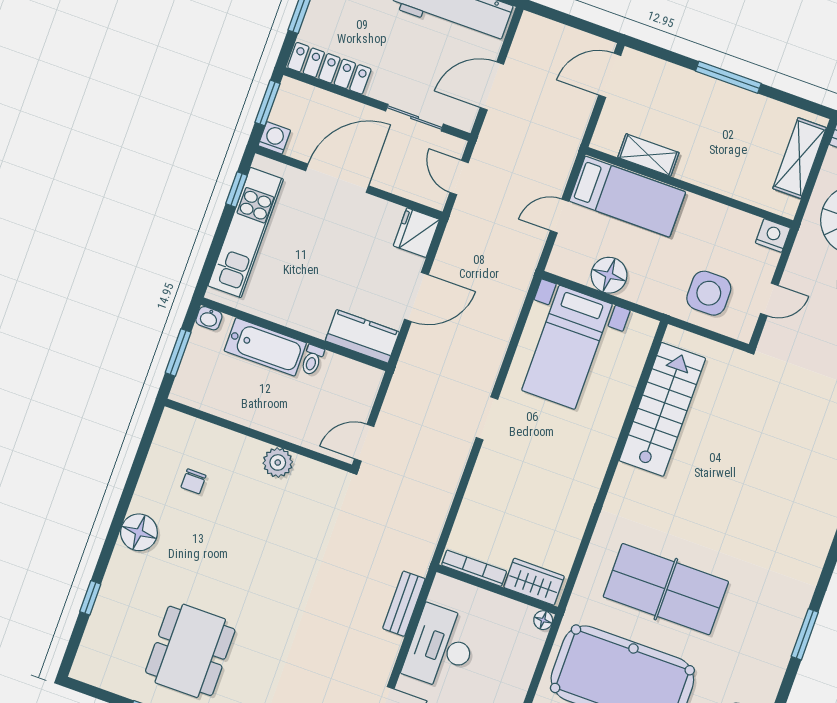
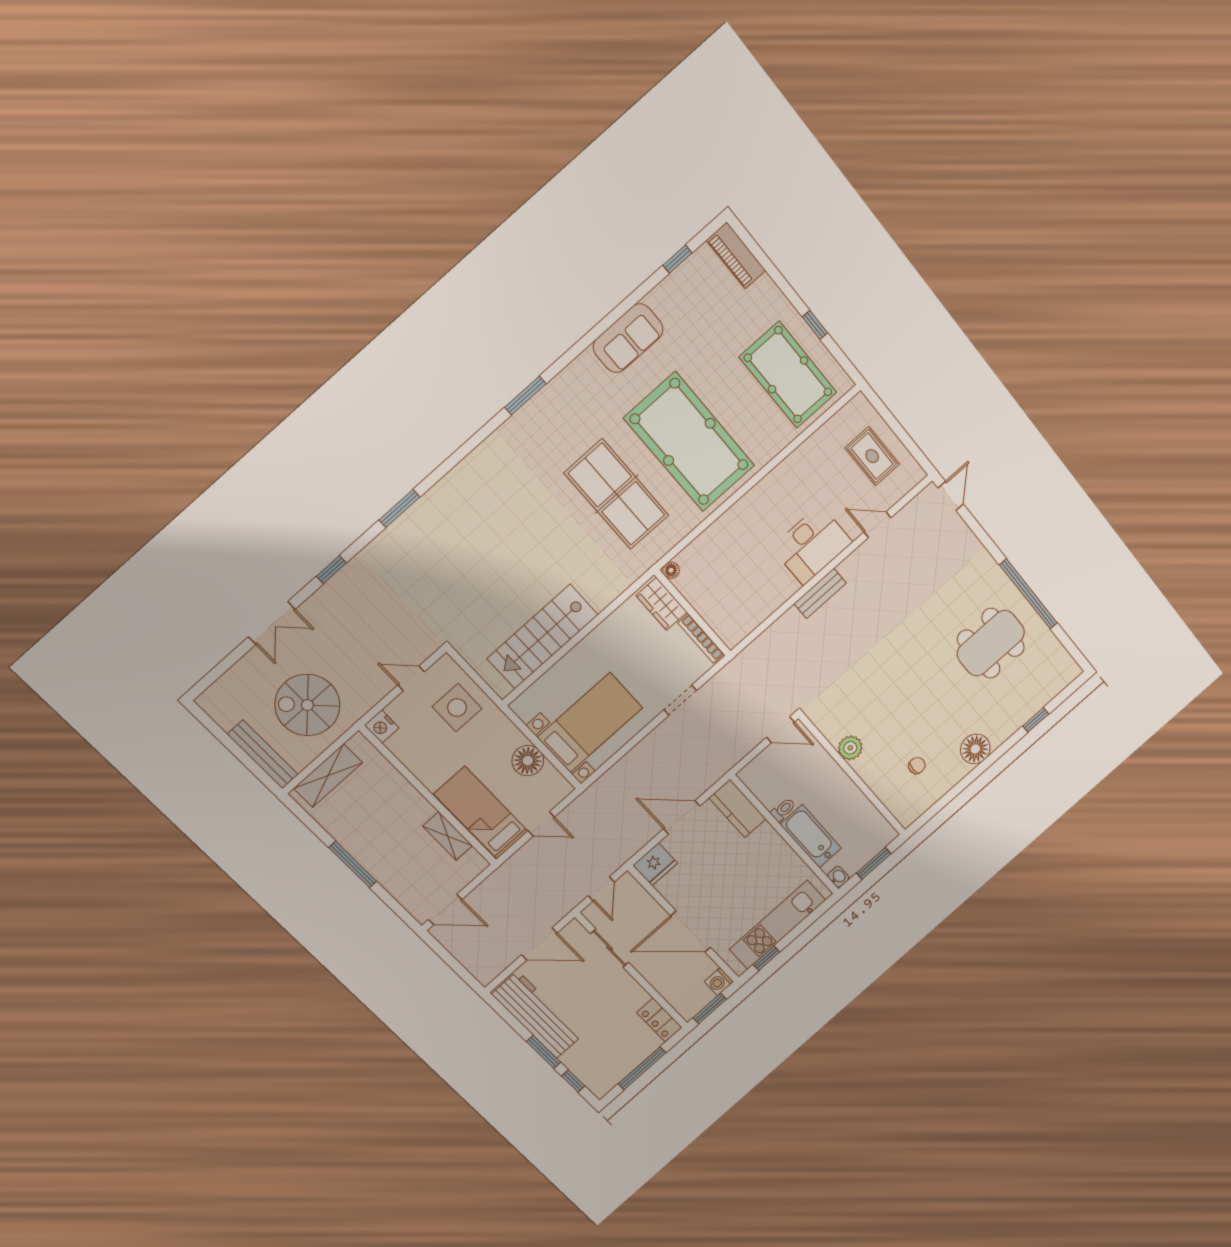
locker: (329, 68) -> (659, 1020), width x0.66
bookcase: (474, 568) -> (701, 639), moved
wardrobe: (534, 582) -> (662, 604), moved
wall: (497, 589) -> (693, 613), moved
floor lamp: (543, 620) -> (671, 570), moved

